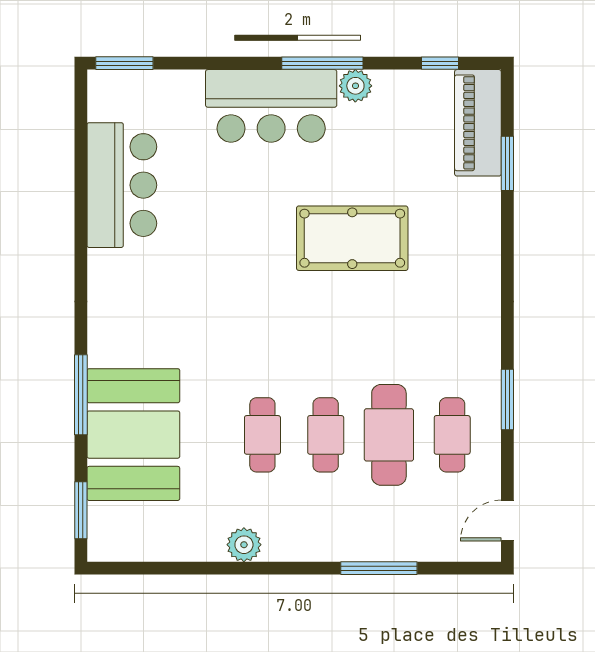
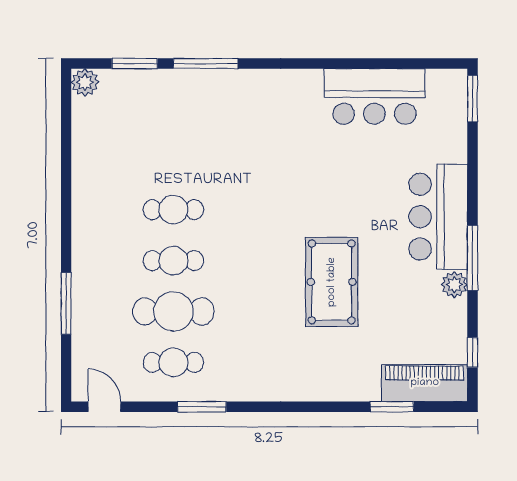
booth: (133, 435) -> (174, 106), removed
window: (81, 510) -> (135, 63), moved
plant: (244, 545) -> (85, 82), moved

